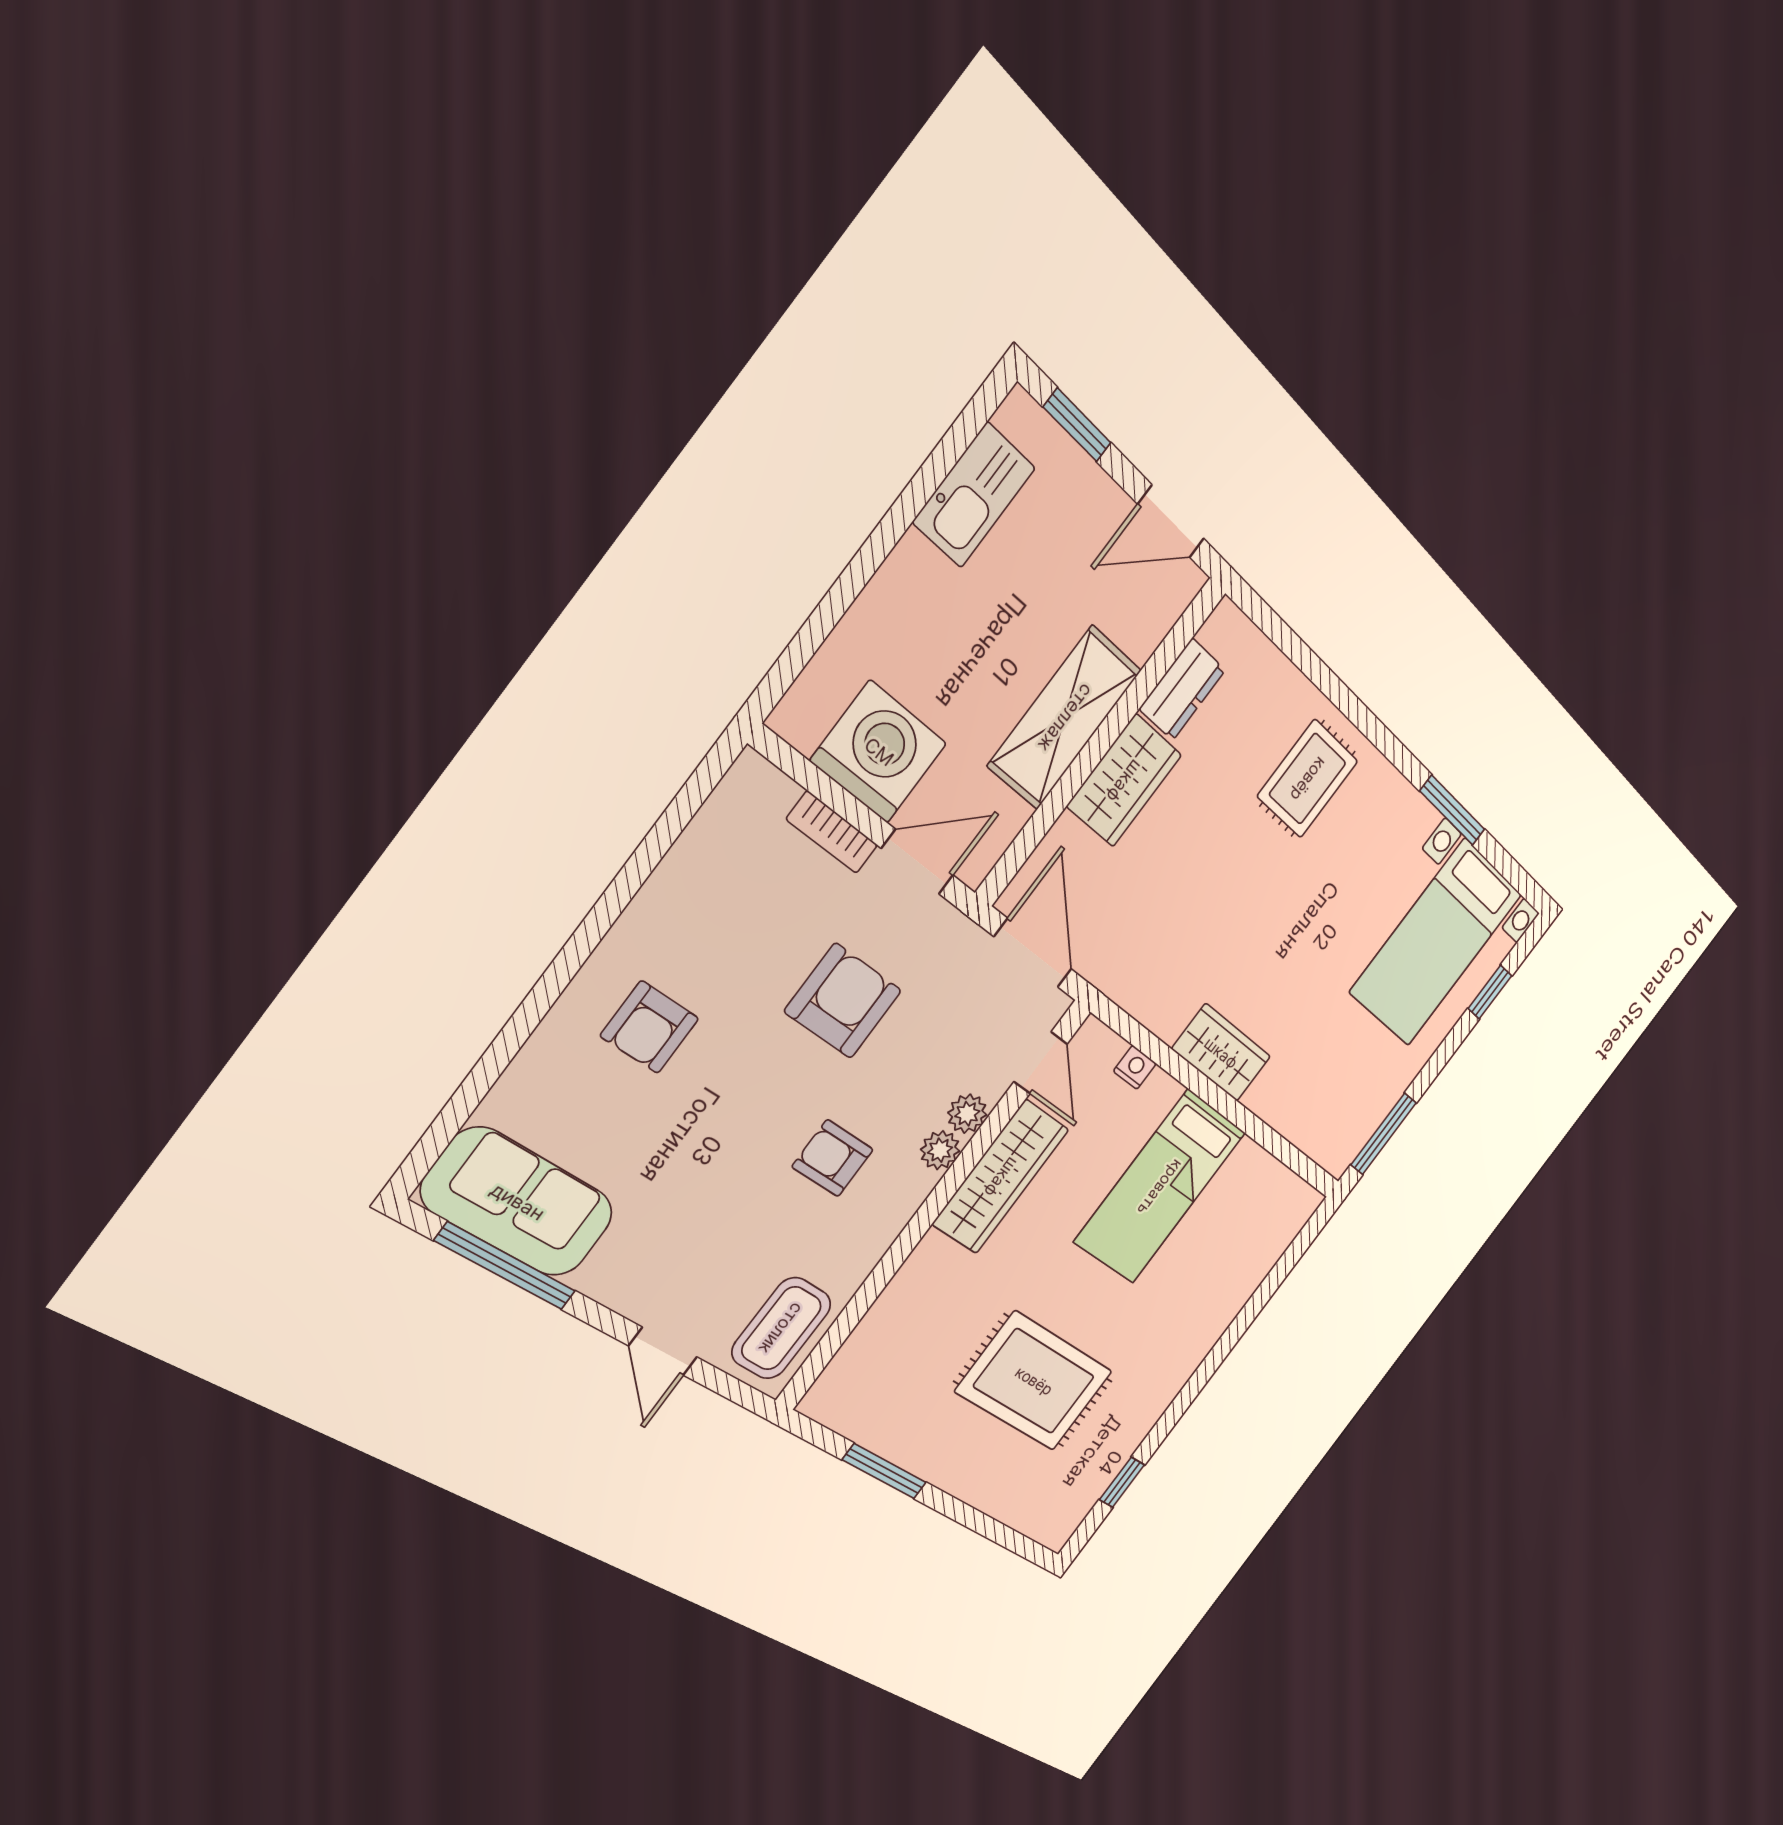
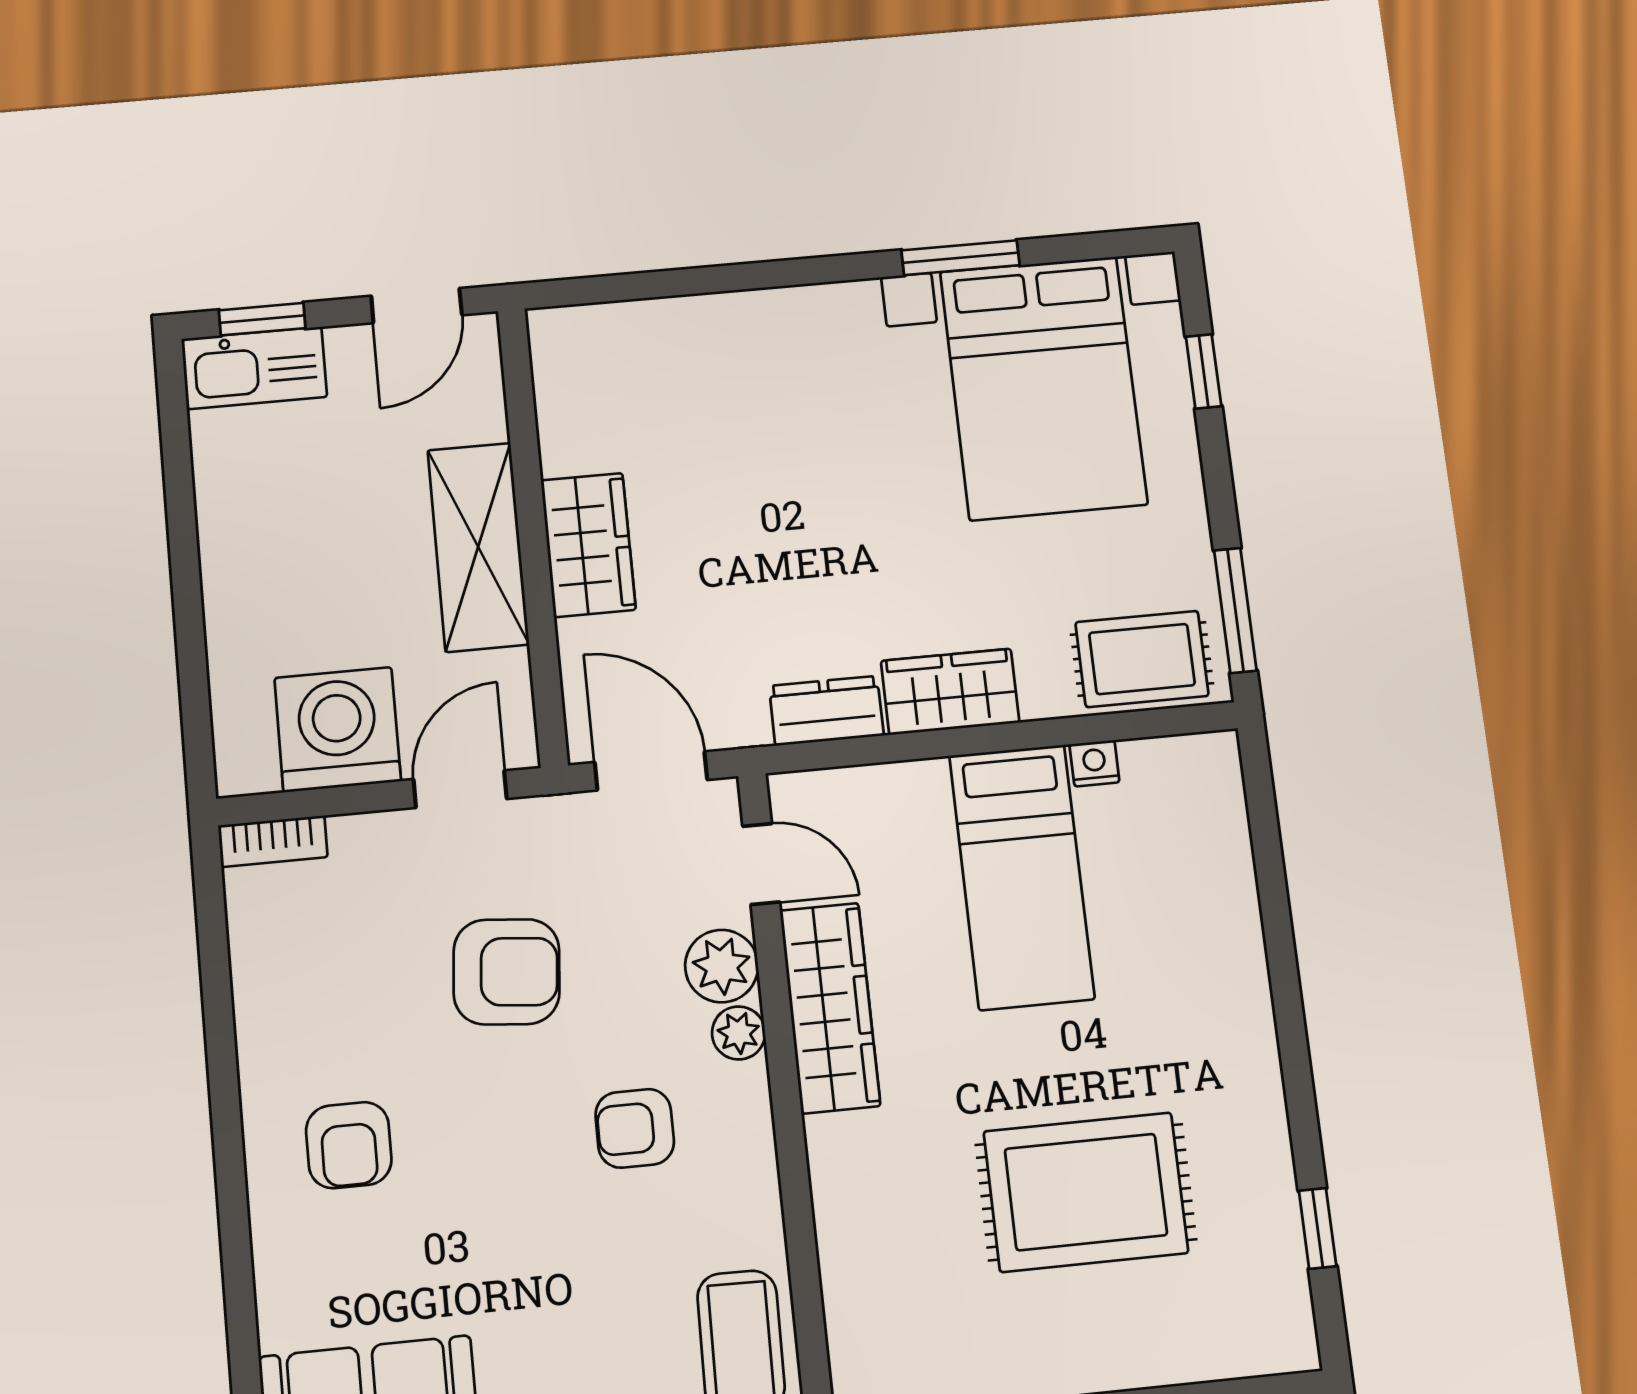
kitchen sink: (974, 495) -> (254, 368), moved, turned 90
dresser: (1182, 689) -> (826, 711), moved, turned -90
rug: (1308, 779) -> (1142, 659), moved, turned 90
bookcase: (832, 832) -> (273, 841), moved
bed with nightstands: (1436, 943) -> (1043, 388), width x1.36
armchair: (843, 1001) -> (506, 972), turned 95
nightstand: (1135, 1067) -> (1094, 763), moved
plant: (967, 1114) -> (722, 966), width x1.38, depth x1.38

